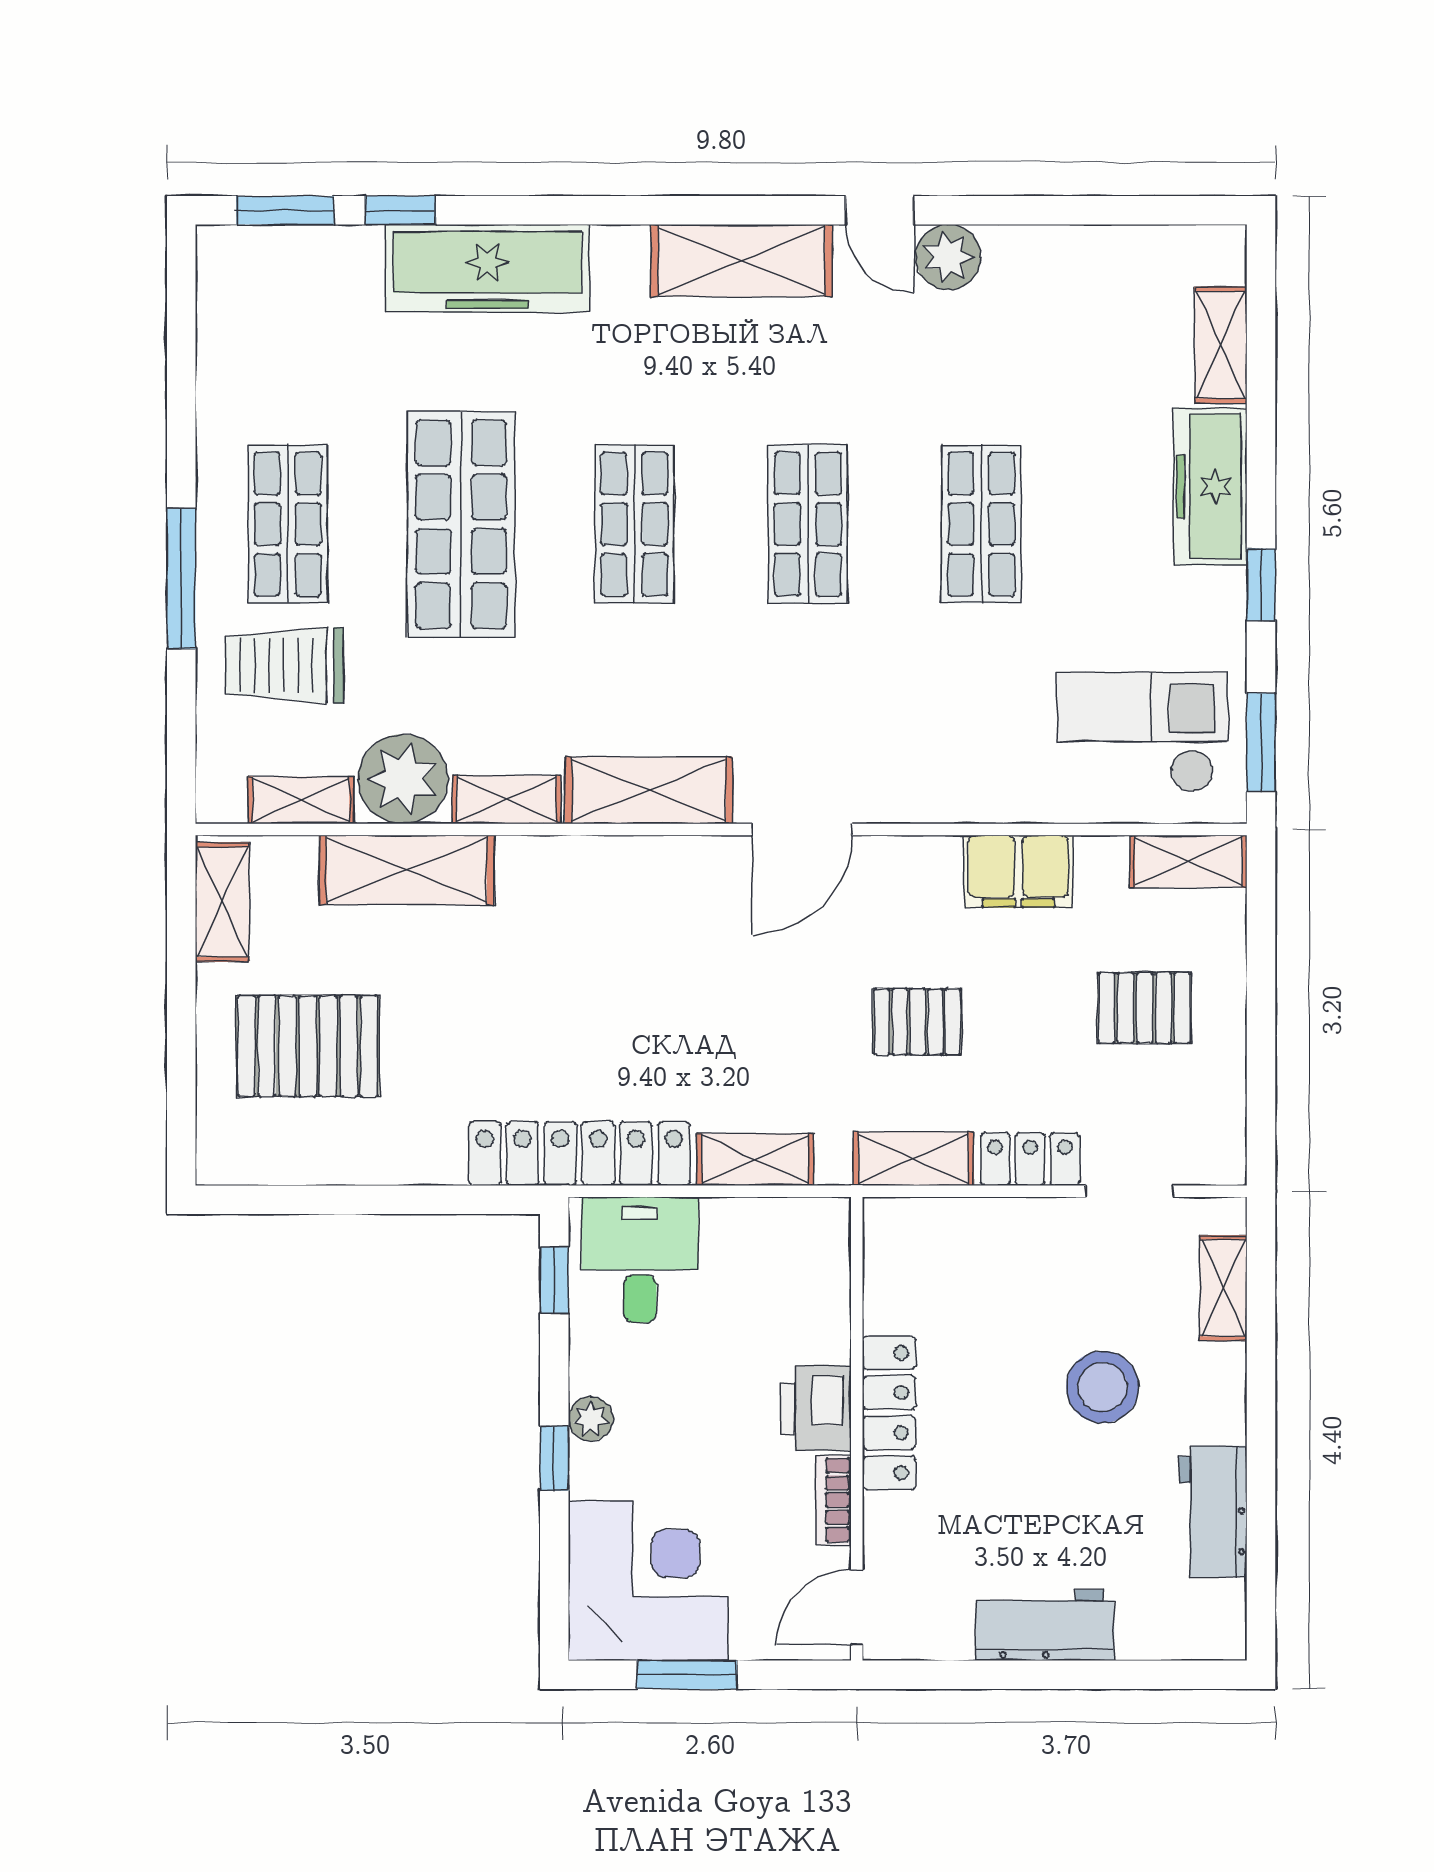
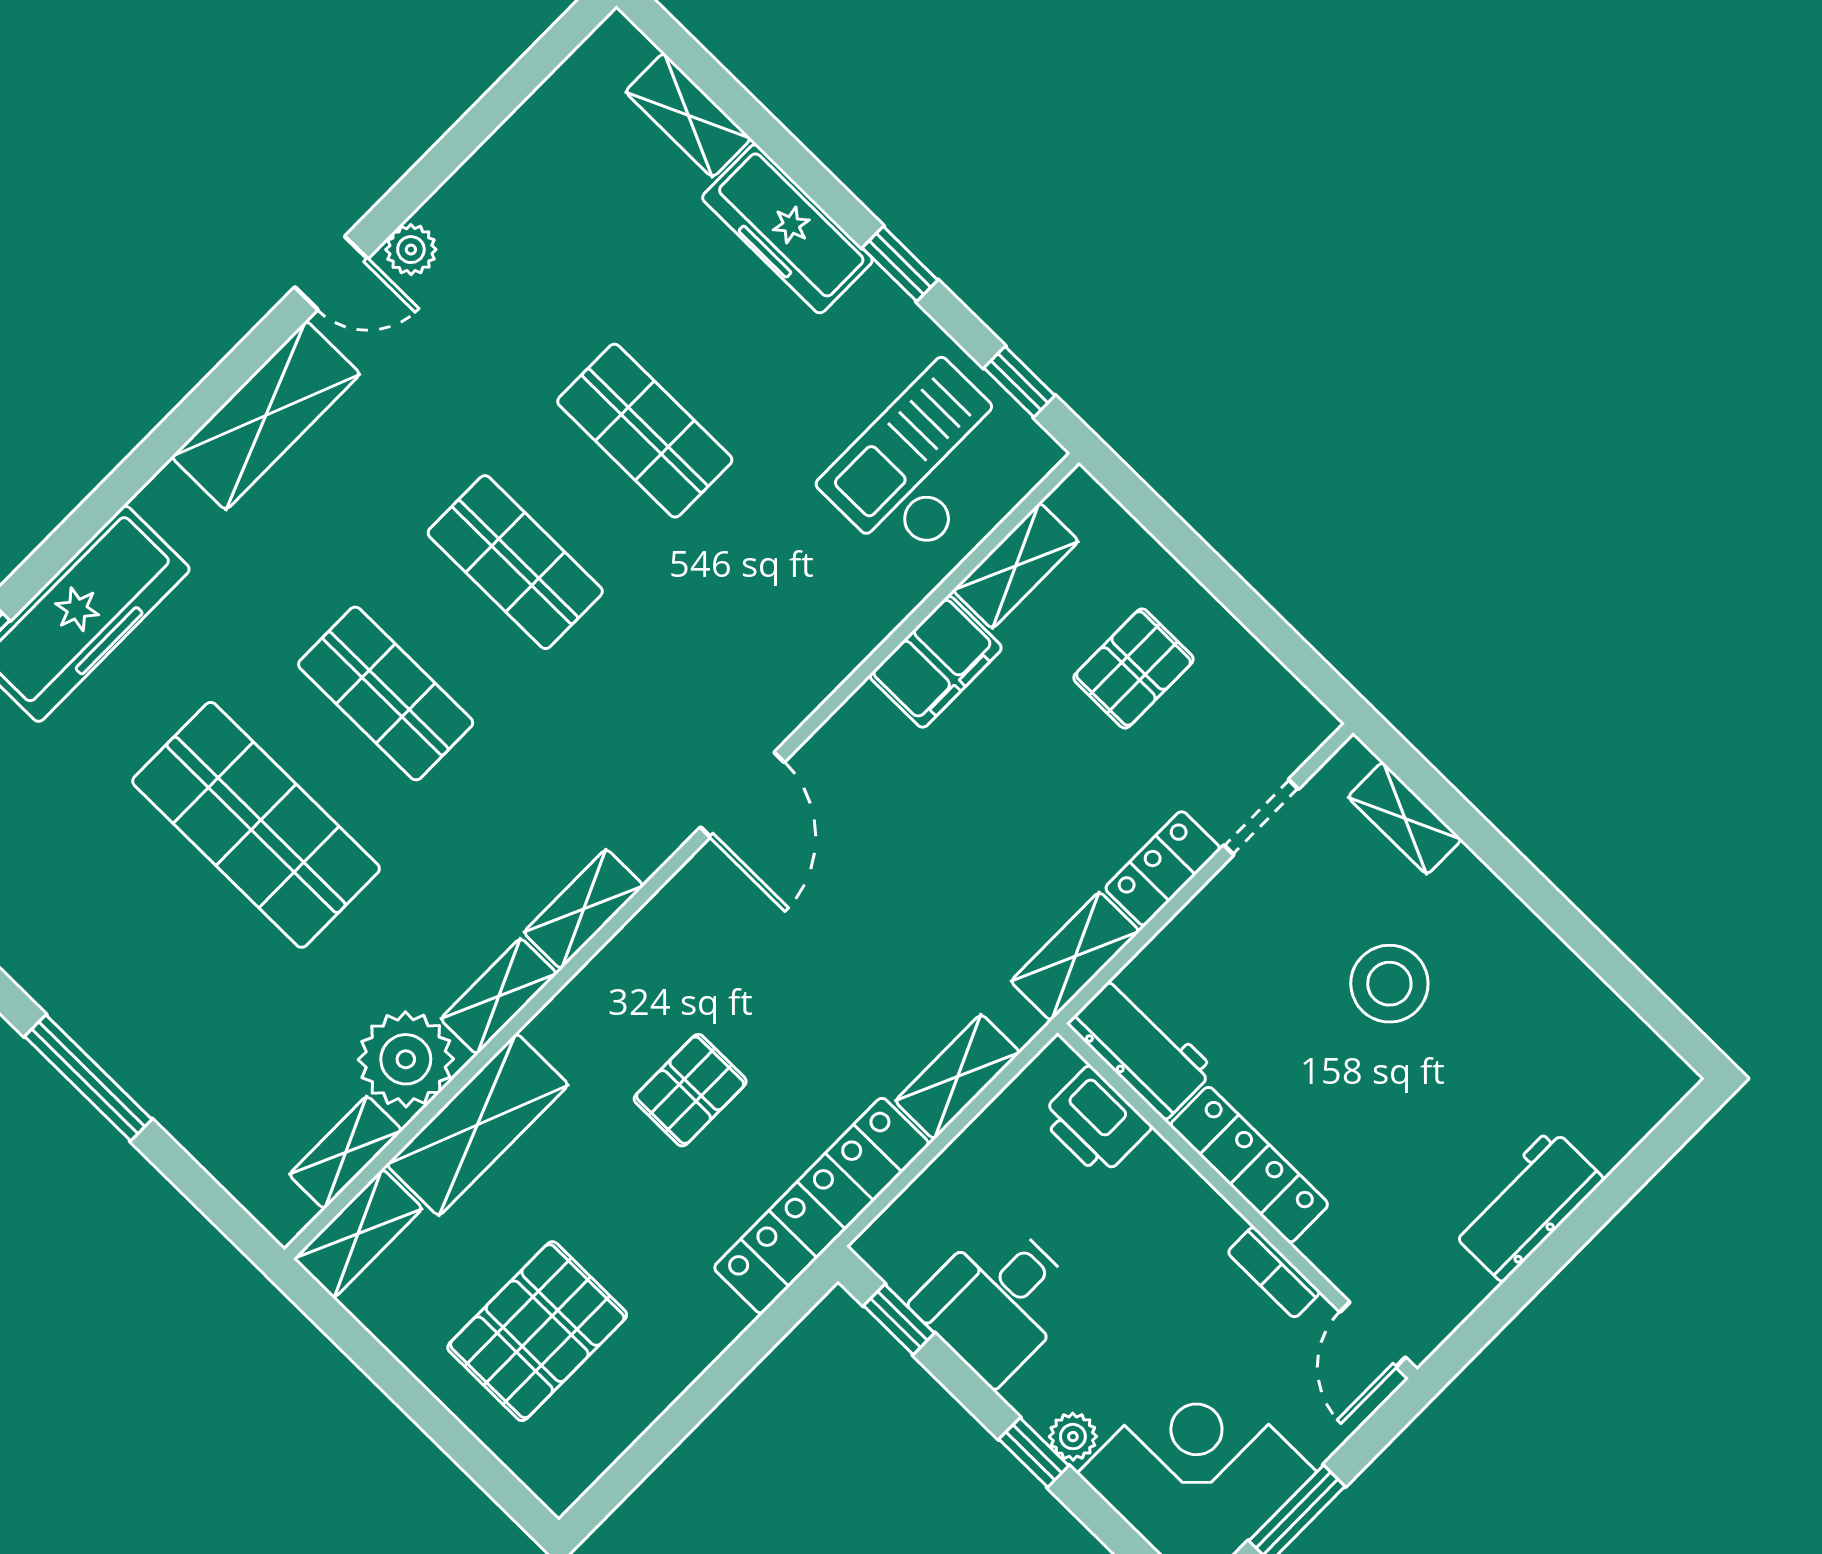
plant: (948, 257) -> (411, 250), width x0.73, depth x0.73
shop shelf: (288, 524) -> (126, 956), removed
trolley: (284, 665) -> (231, 1064), removed
window: (1261, 742) -> (1019, 382), width x0.67
shelving: (649, 790) -> (584, 909), width x0.67, depth x0.75
shelving: (1189, 861) -> (1016, 566), moved
shelving: (222, 902) -> (358, 1234), moved, turned 90
pallet: (917, 1022) -> (690, 1090), moved
desk: (640, 1260) -> (997, 1301), moved, turned -90
printer: (816, 1408) -> (1095, 1122), moved
plant: (591, 1419) -> (1073, 1437), moved
workbench: (1213, 1511) -> (1141, 1047), moved, turned 180

